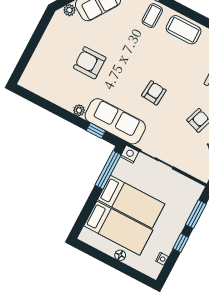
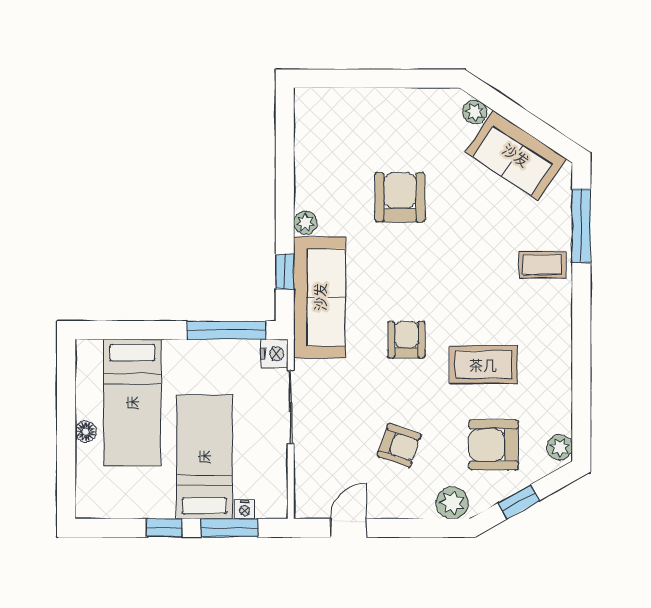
coffee table: (184, 30) -> (483, 365), moved, turned 90
armchair: (154, 93) -> (406, 340), turned -95
bed: (131, 202) -> (204, 457), moved, turned 180
nightstand: (162, 259) -> (245, 509), moved

